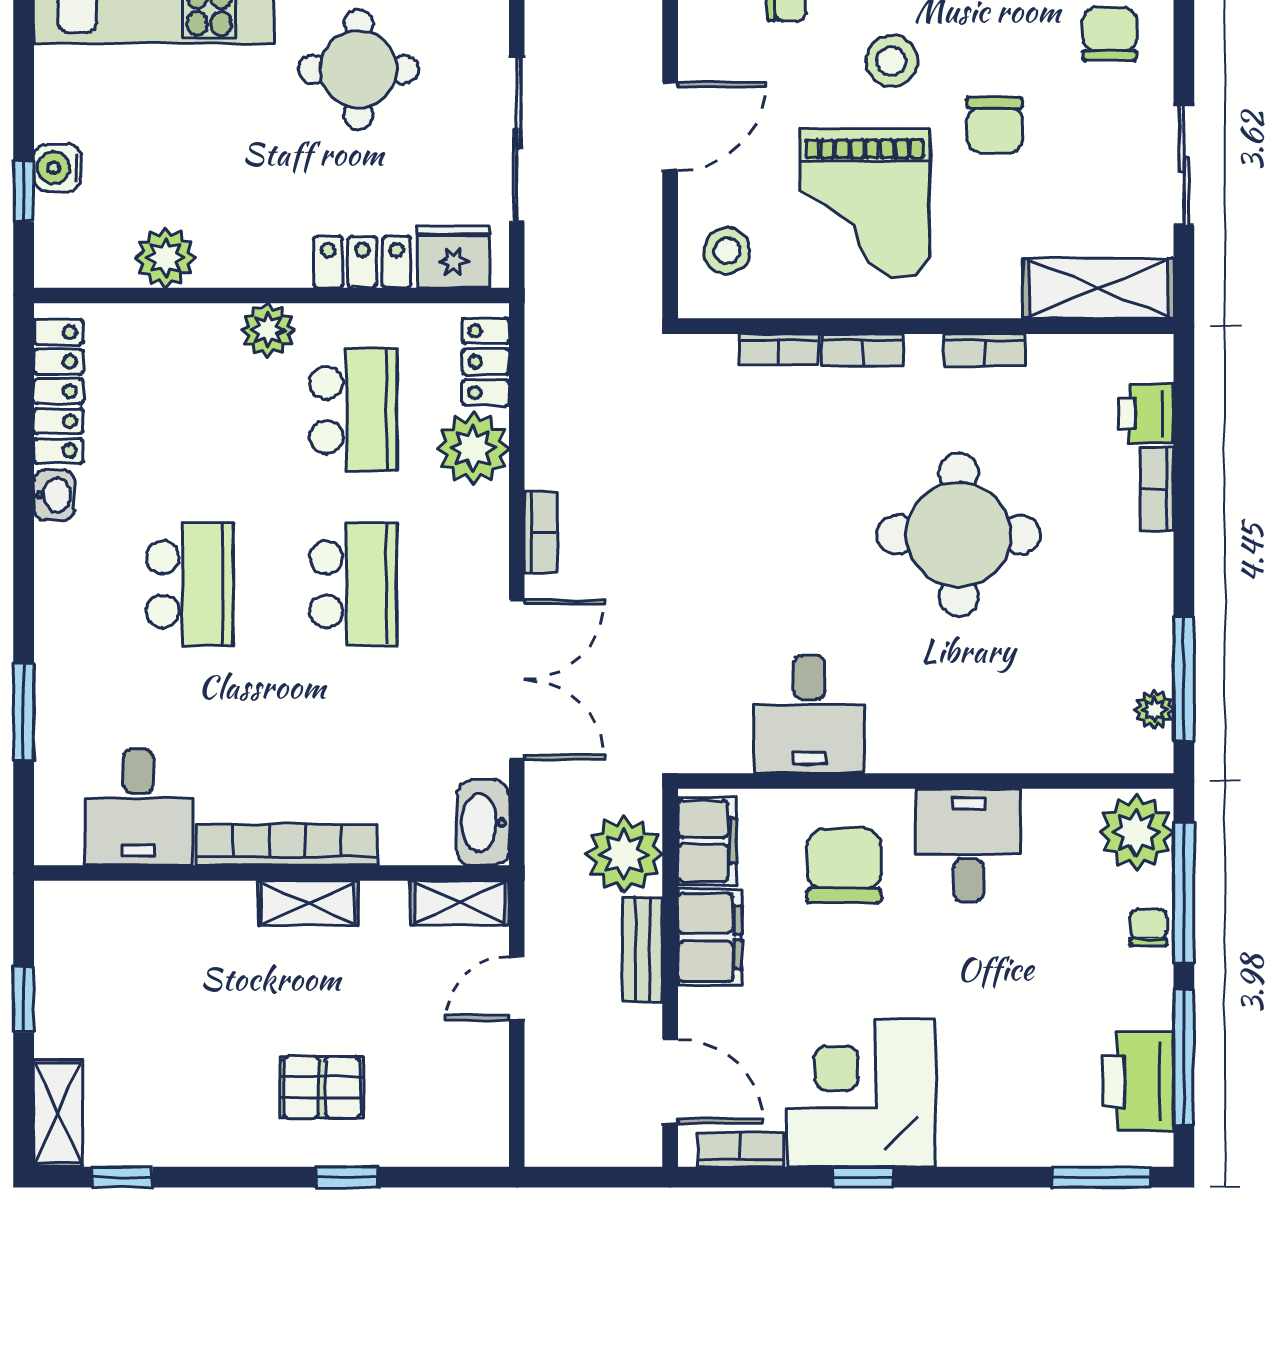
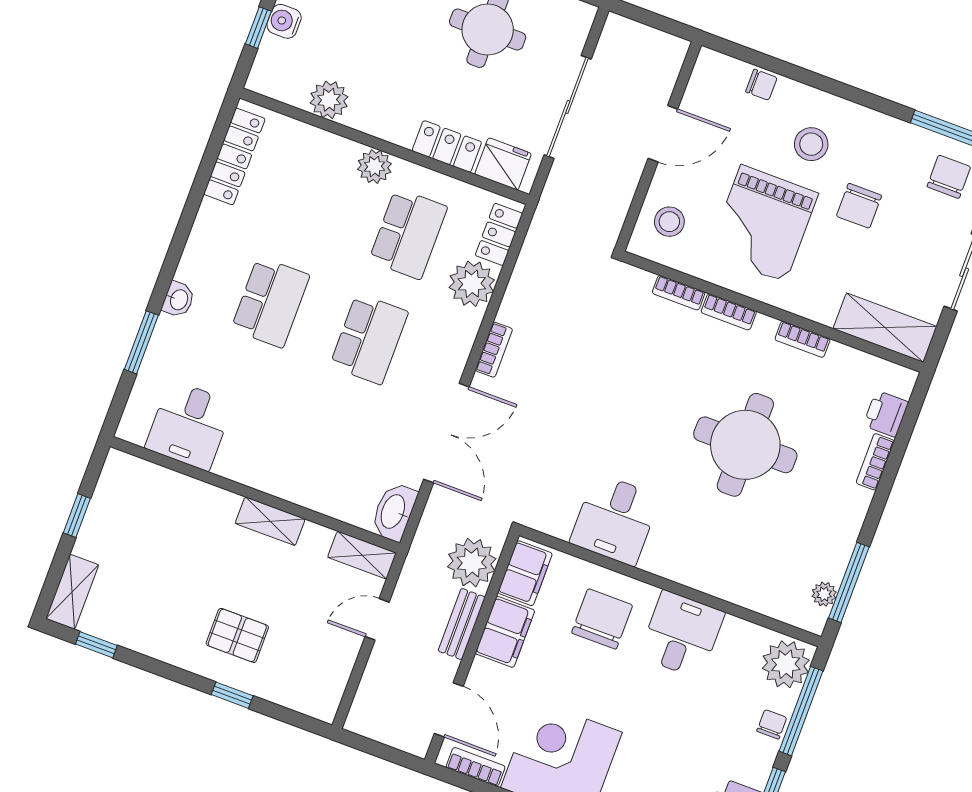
washbasin: (54, 495) -> (178, 300), moved
bookcase: (287, 845) -> (271, 481), removed

